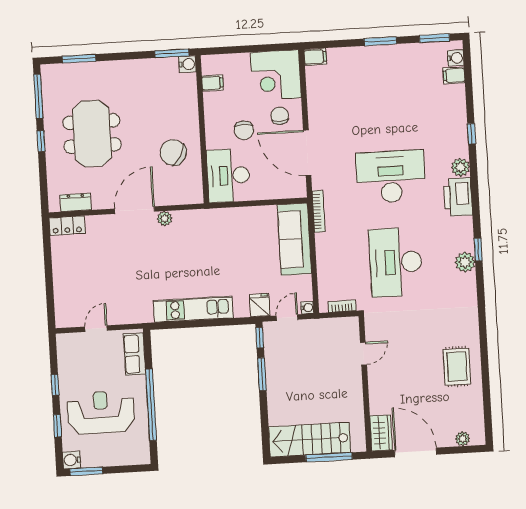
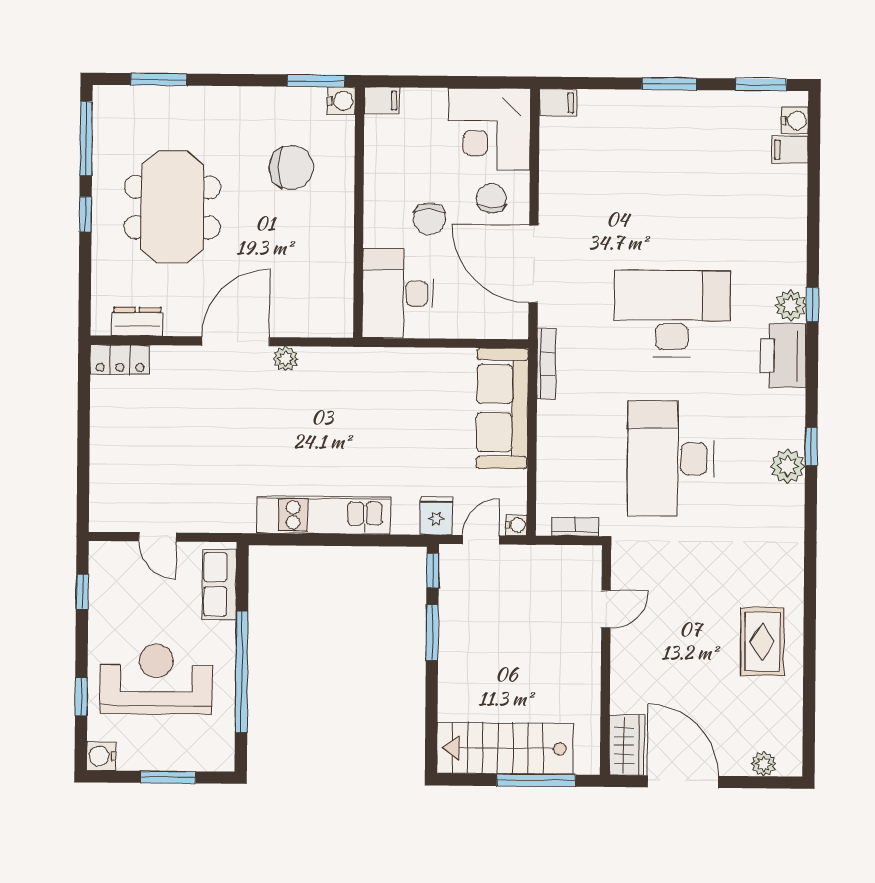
filing cabinet: (212, 83) -> (382, 101), moved
window: (471, 134) -> (813, 305), moved
chair: (173, 152) -> (291, 167), moved, turned 151
door: (96, 329) -> (157, 537), swing flipped
window: (55, 385) -> (82, 592), moved
window: (86, 471) -> (168, 777), moved

